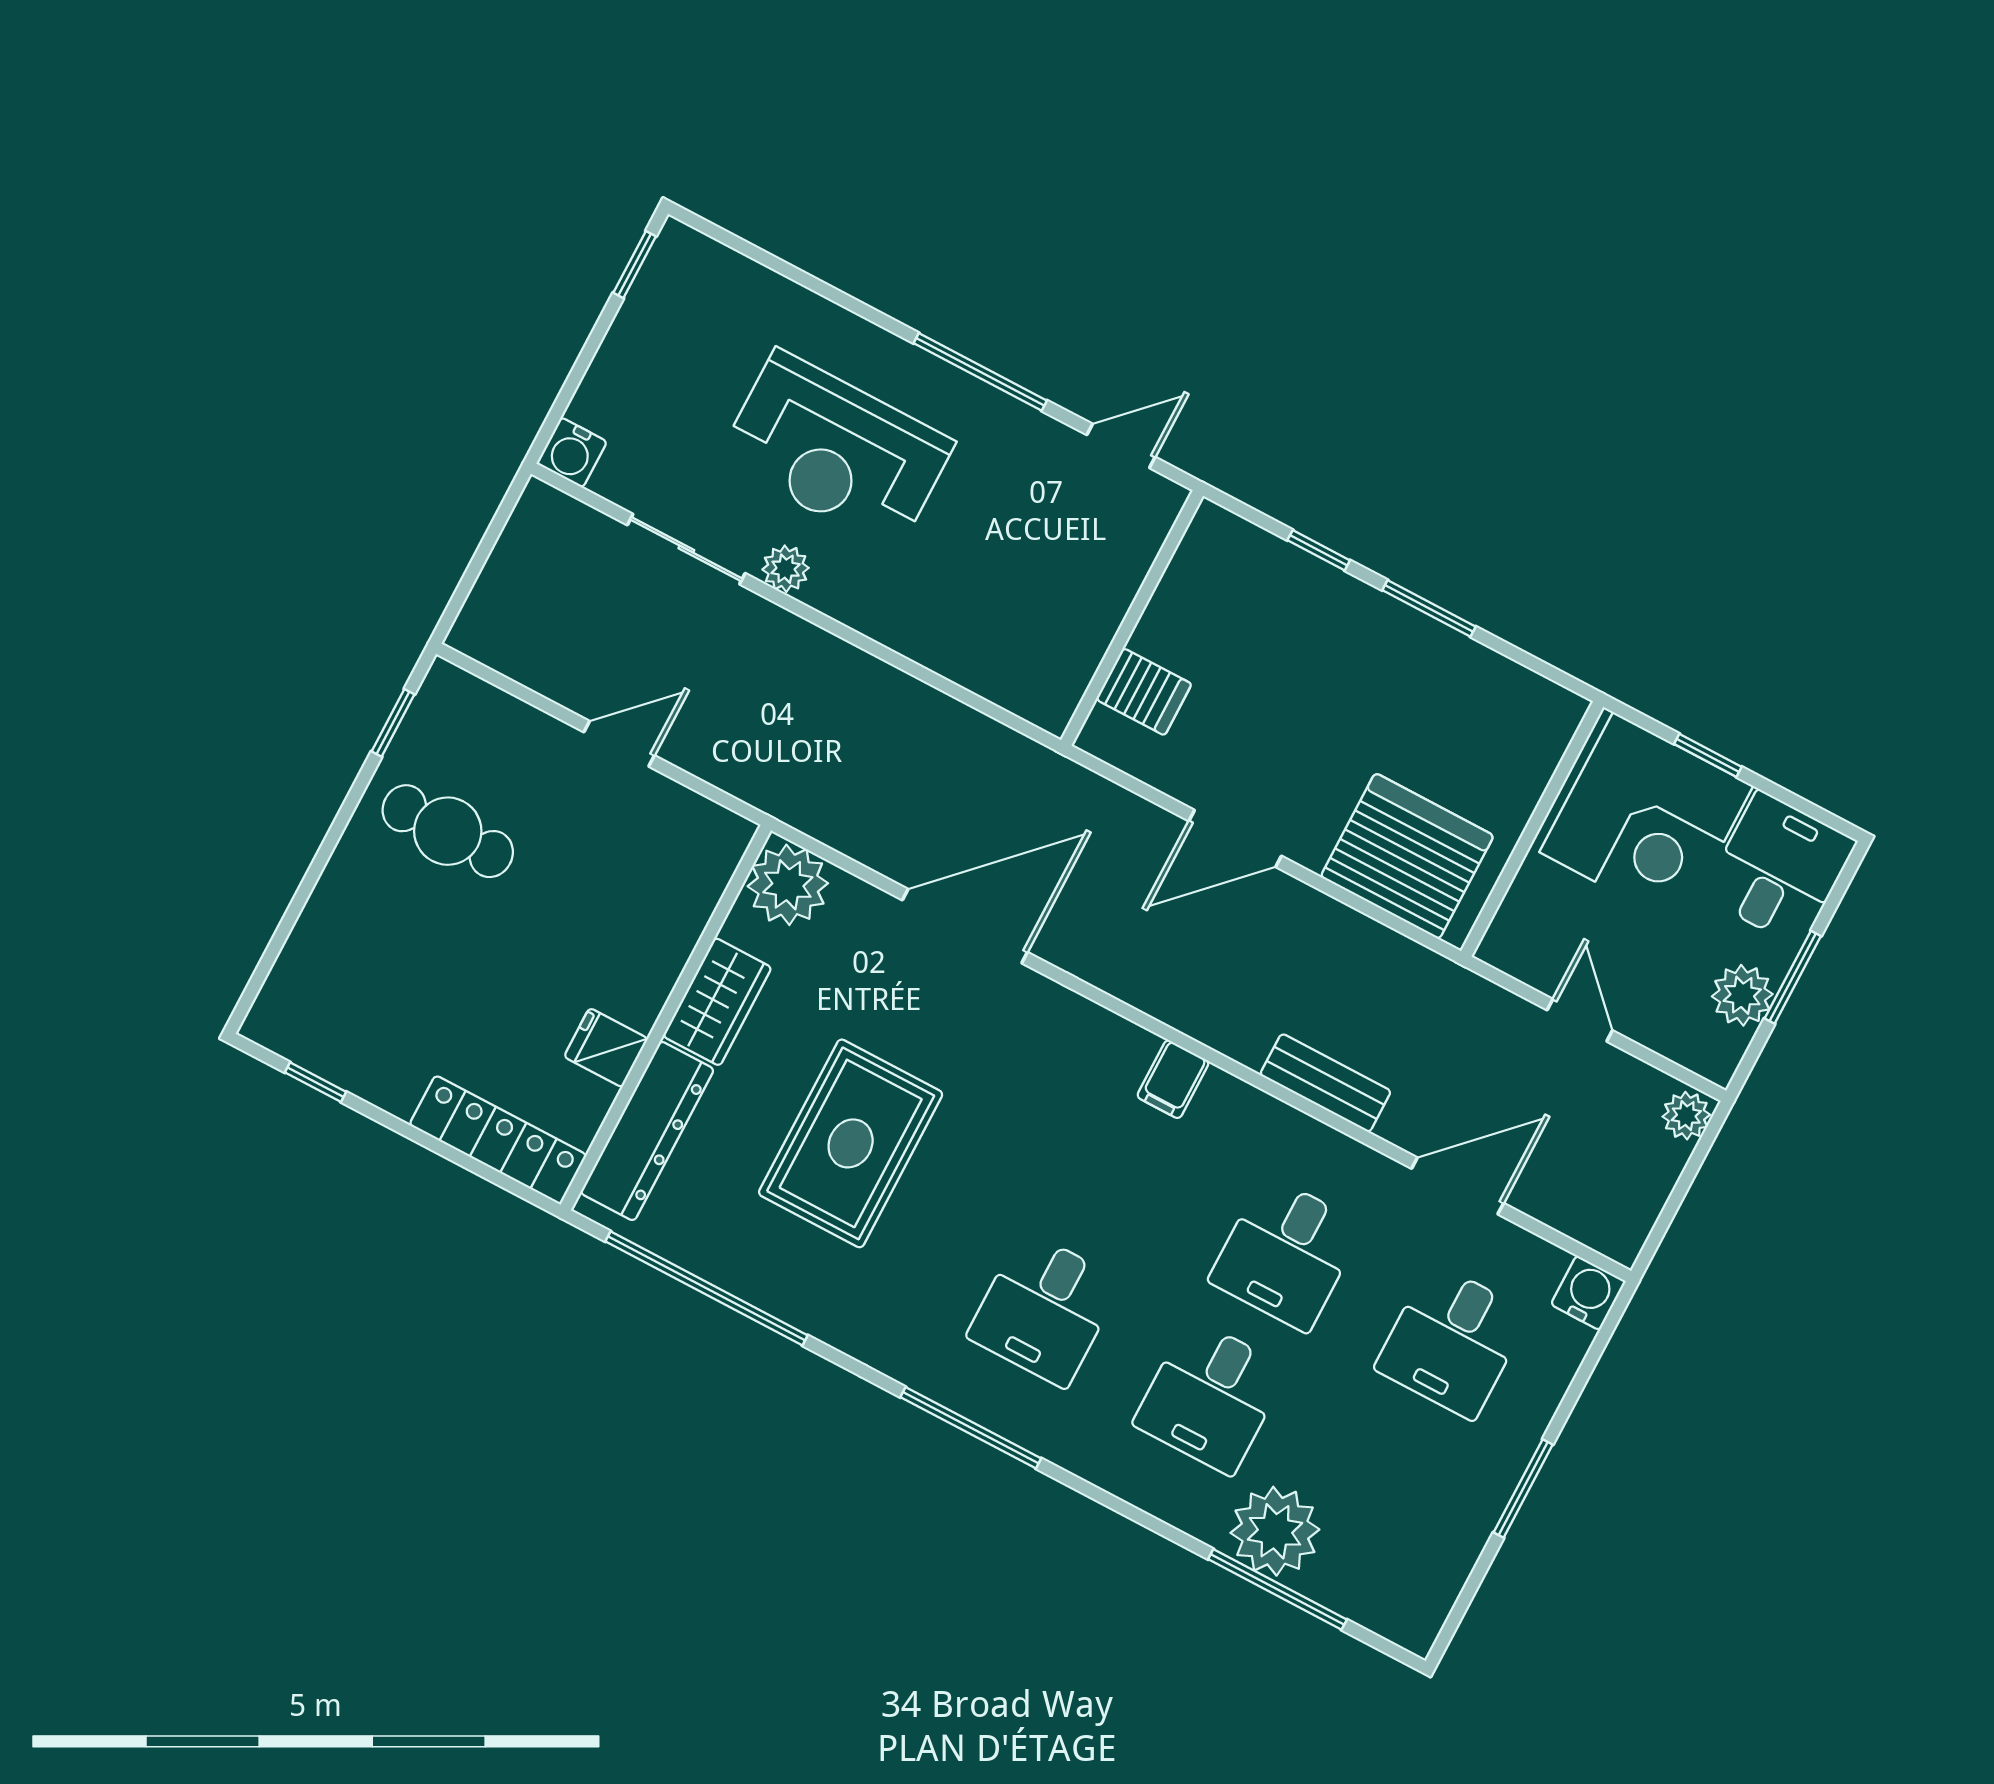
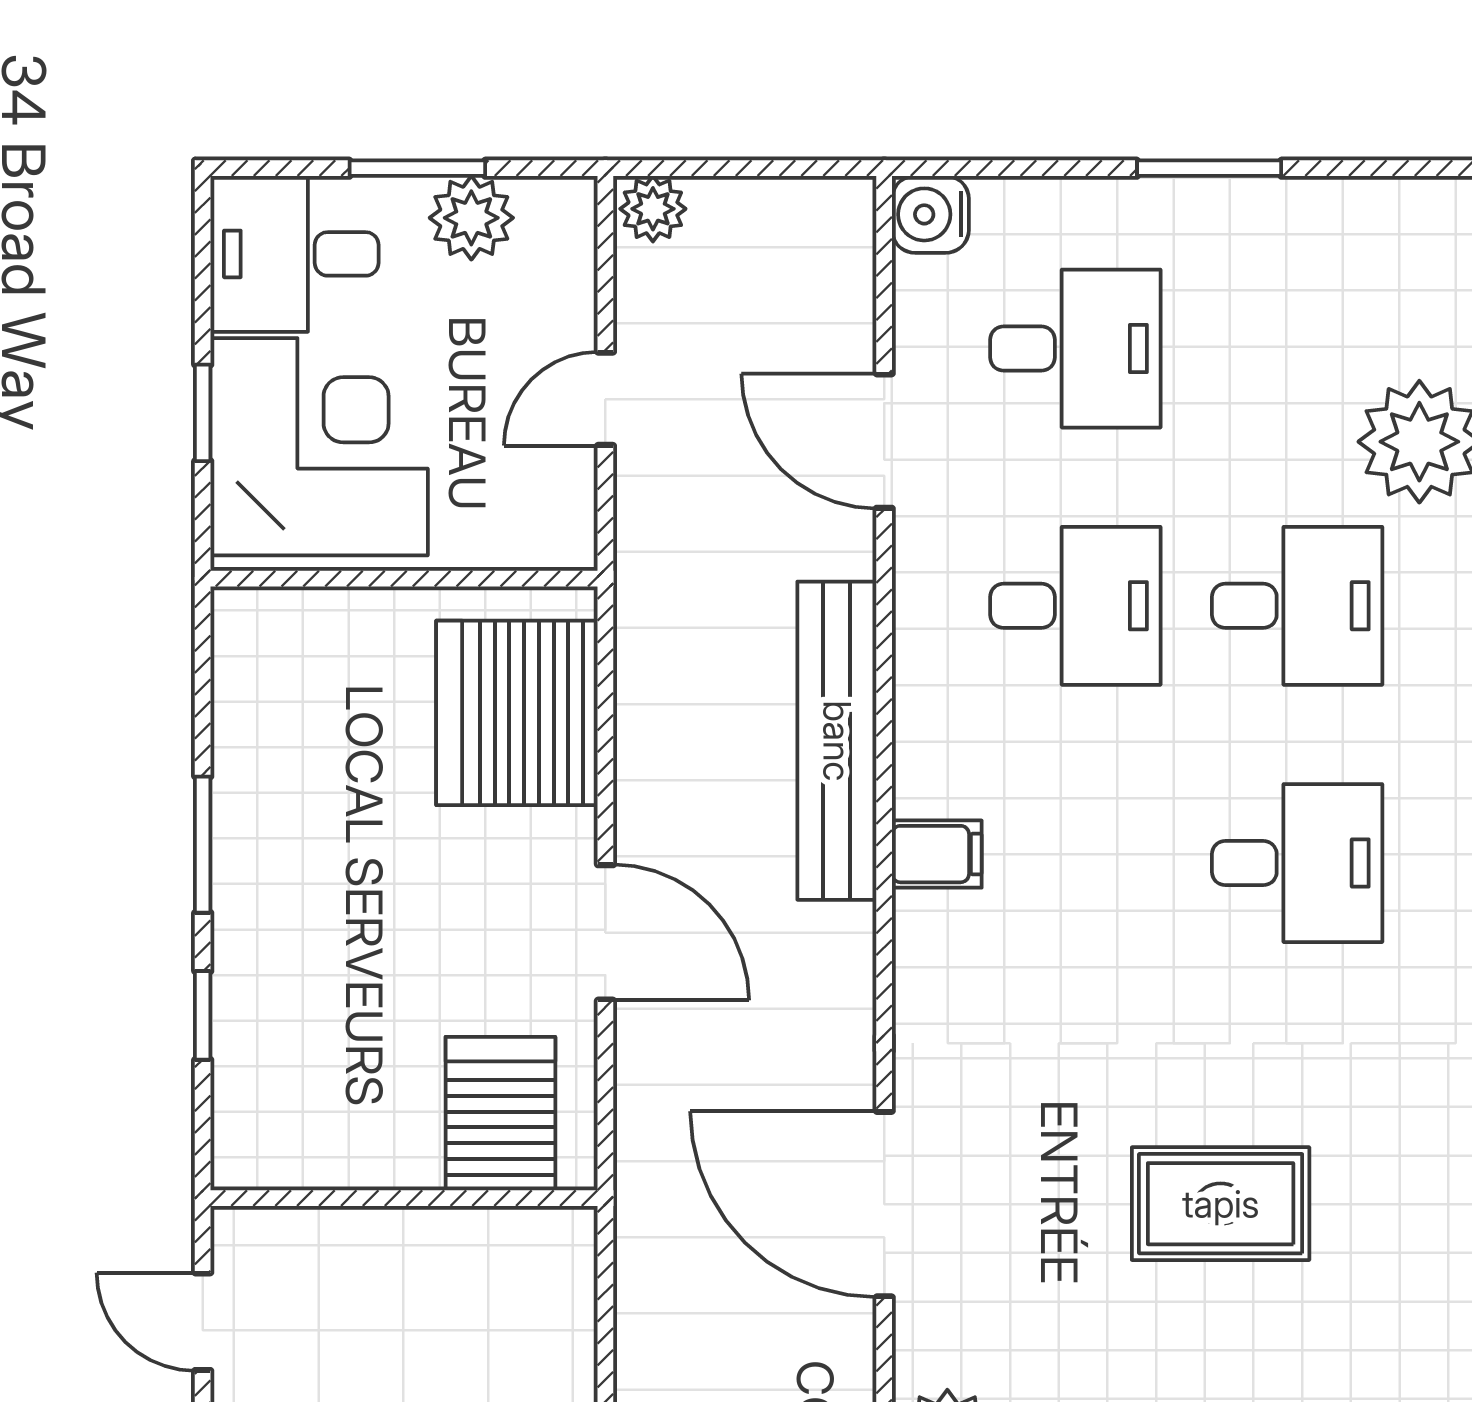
server rack: (1144, 692) -> (500, 1114), width x1.36, depth x1.44
bench: (1325, 1083) -> (837, 741), width x1.86, depth x1.21
rug: (851, 1143) -> (1221, 1204), width x0.73, depth x0.70

